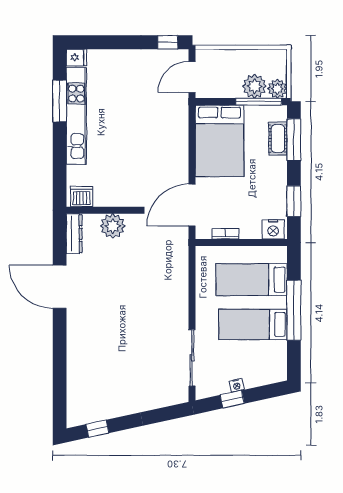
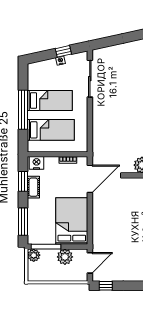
plant: (255, 86) -> (65, 257), moved
cot: (278, 139) -> (33, 187), moved

